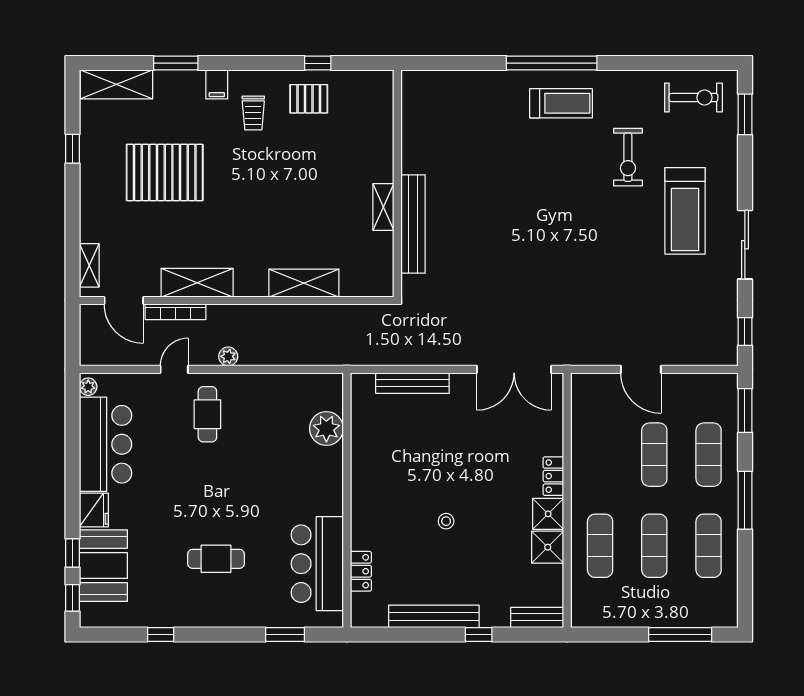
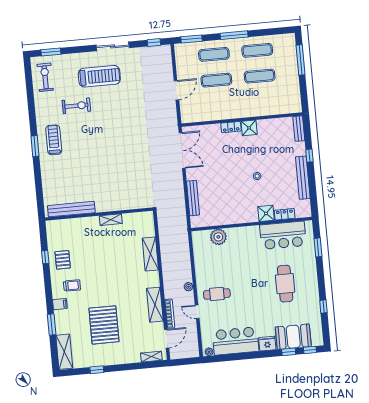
window: (552, 63) -> (35, 146), width x0.47
bench: (413, 224) -> (71, 209), moved
exercise mat: (600, 546) -> (262, 102), removed
shower: (548, 547) -> (266, 213), moved
cafe table: (216, 559) -> (285, 284), width x1.37, depth x1.35

